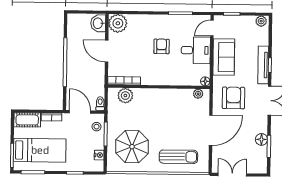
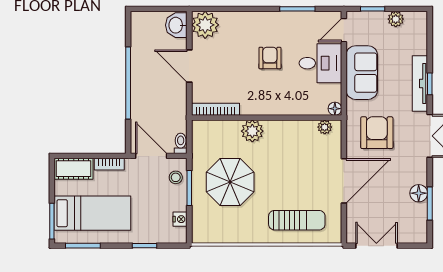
plant: (261, 21) -> (396, 19), moved
plant: (125, 96) -> (252, 131), moved
parasol: (132, 147) -> (230, 182), moved

